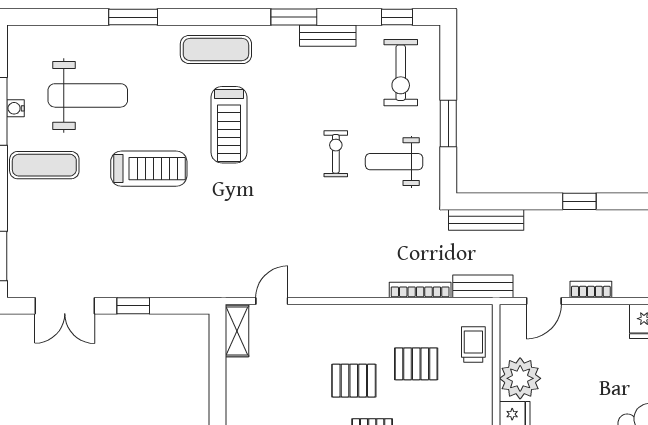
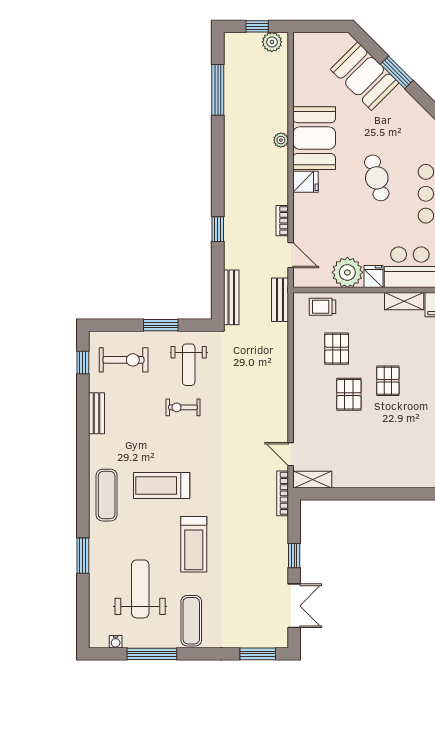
window: (294, 17) -> (83, 438), removed
water cooler: (15, 108) -> (116, 642), moved
treadmill: (229, 125) -> (162, 486), turned 180
treadmill: (149, 169) -> (194, 544), turned 180
bookcase: (420, 290) -> (283, 493), moved

